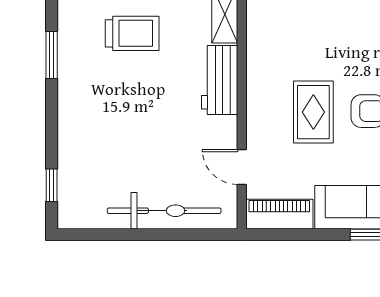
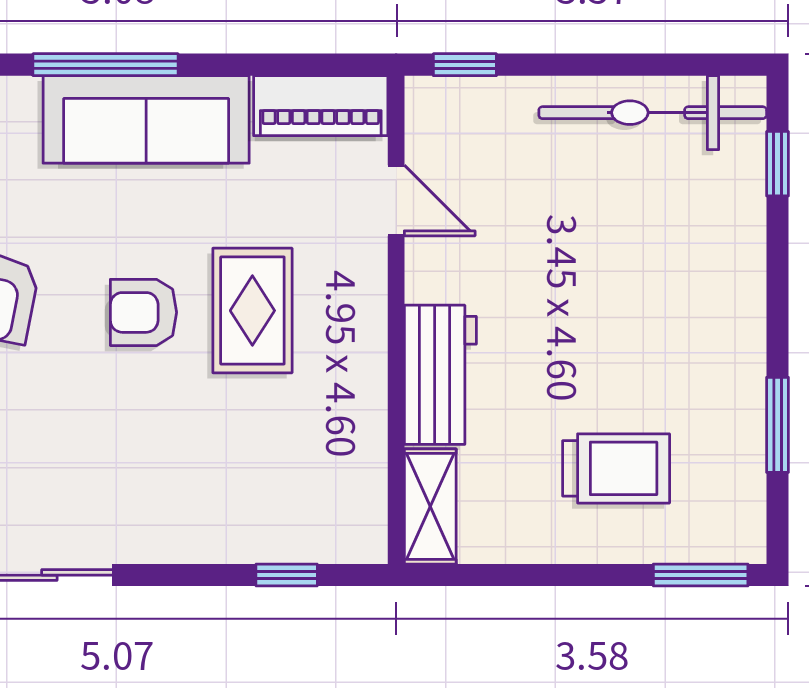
trolley: (132, 33) -> (616, 468), turned 180
bicycle: (164, 211) -> (653, 113), moved
window: (207, 235) -> (465, 65), added

